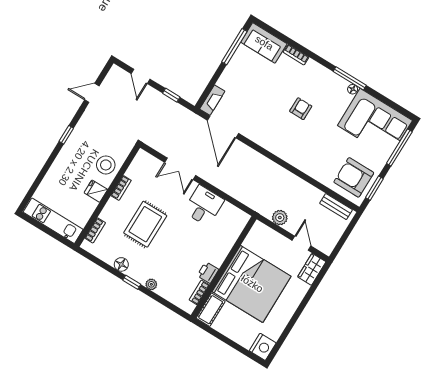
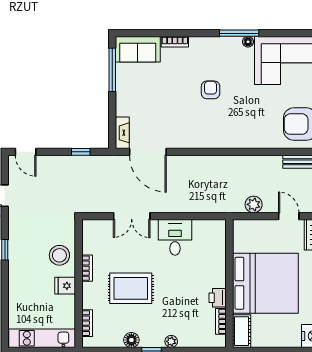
door: (140, 76) -> (26, 152), moved
rug: (145, 224) -> (131, 288), turned 90

